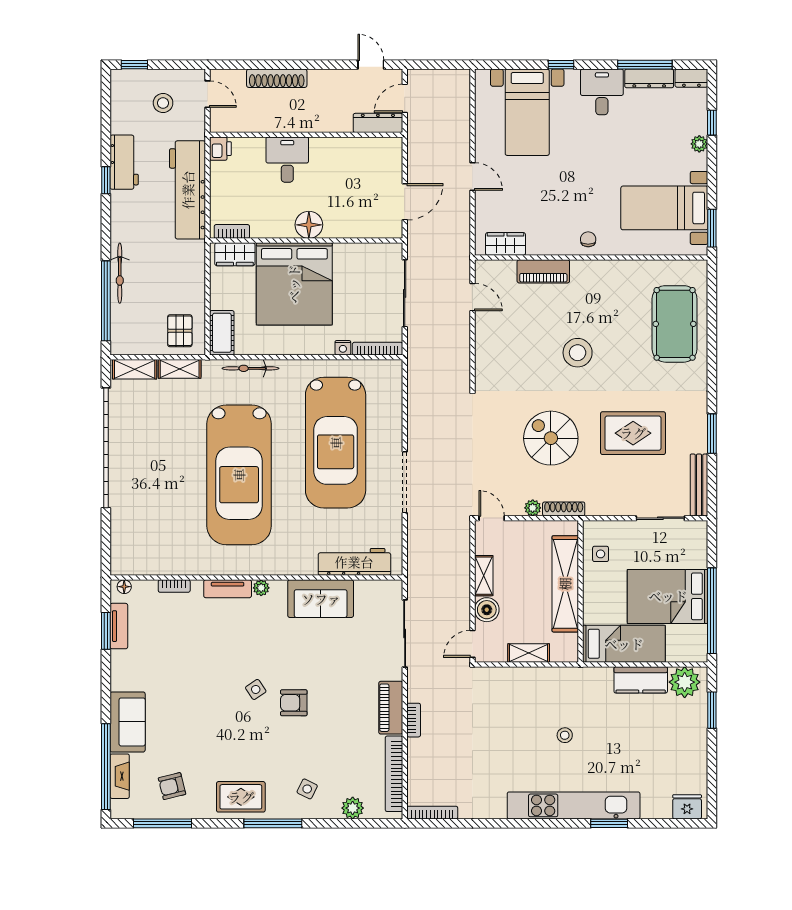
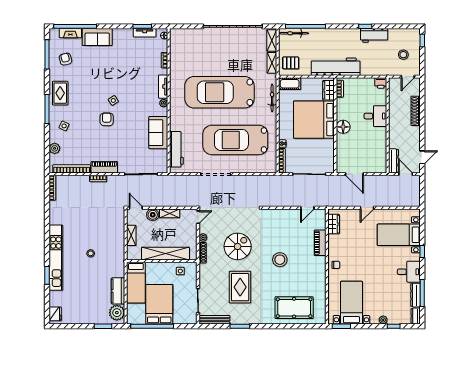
workbench: (188, 190) -> (336, 67), moved
bicycle: (120, 273) -> (294, 33), moved

